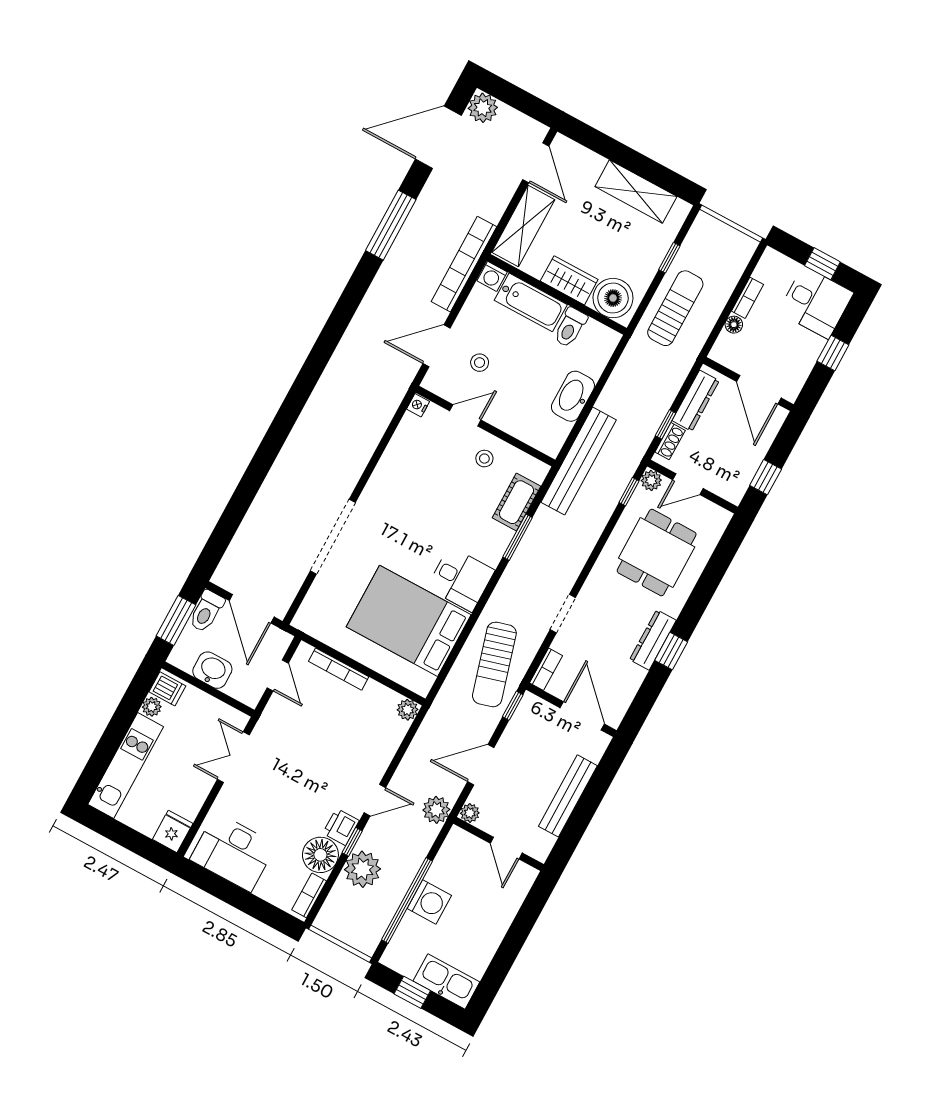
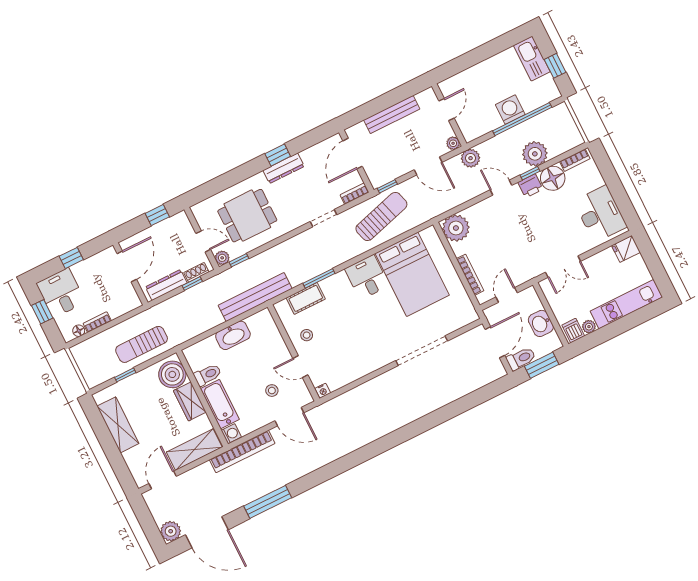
floor lamp: (734, 325) -> (79, 331), moved
plant: (408, 710) -> (456, 228), width x1.87, depth x1.87

